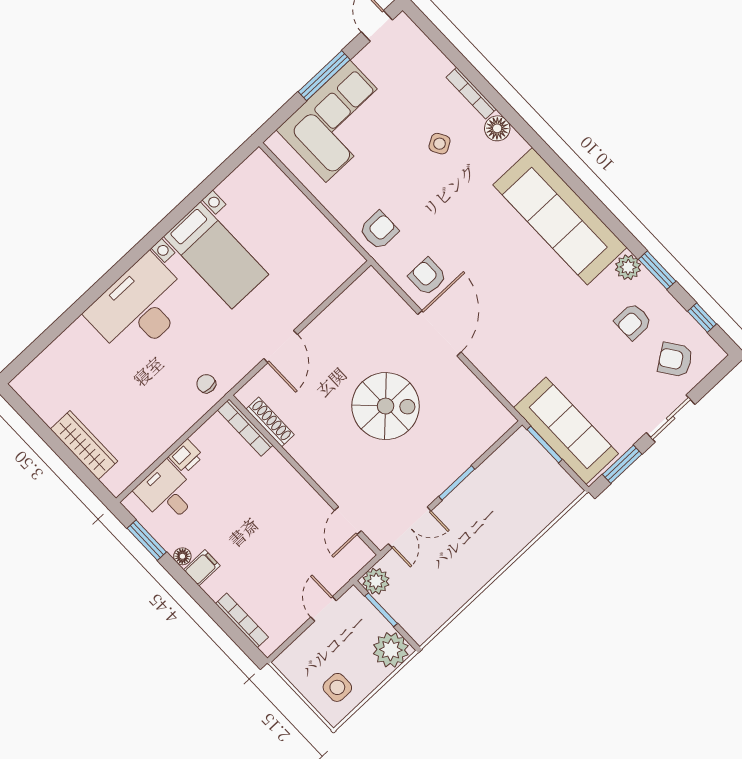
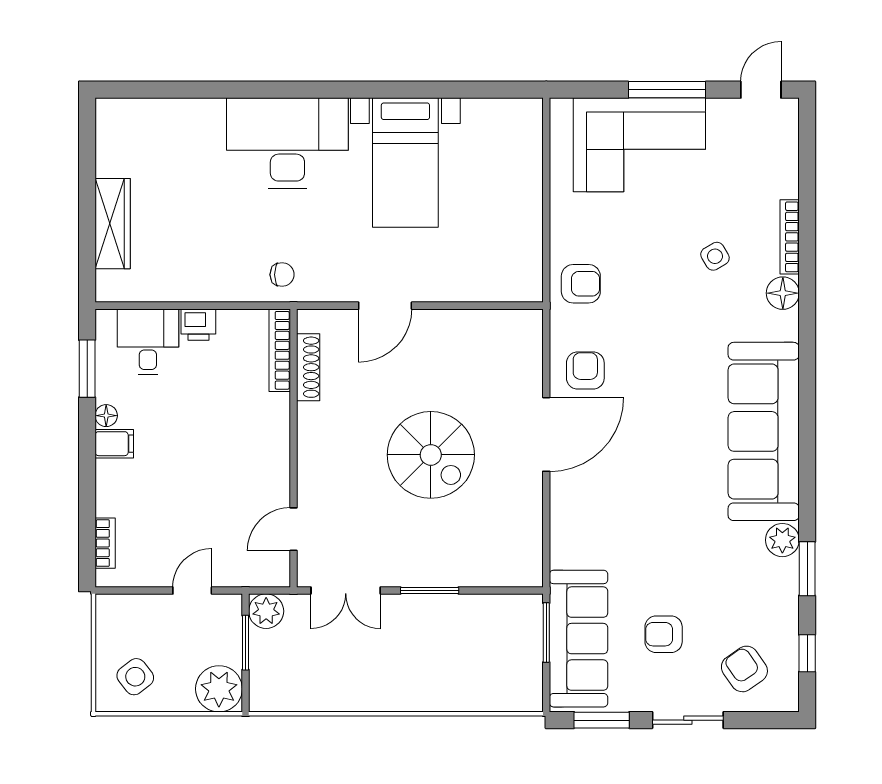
armchair: (633, 321) -> (664, 634), moved
chair: (206, 384) -> (282, 275), turned 90
bookcase: (242, 620) -> (105, 543), width x0.64
side table: (337, 687) -> (135, 677), turned -38

